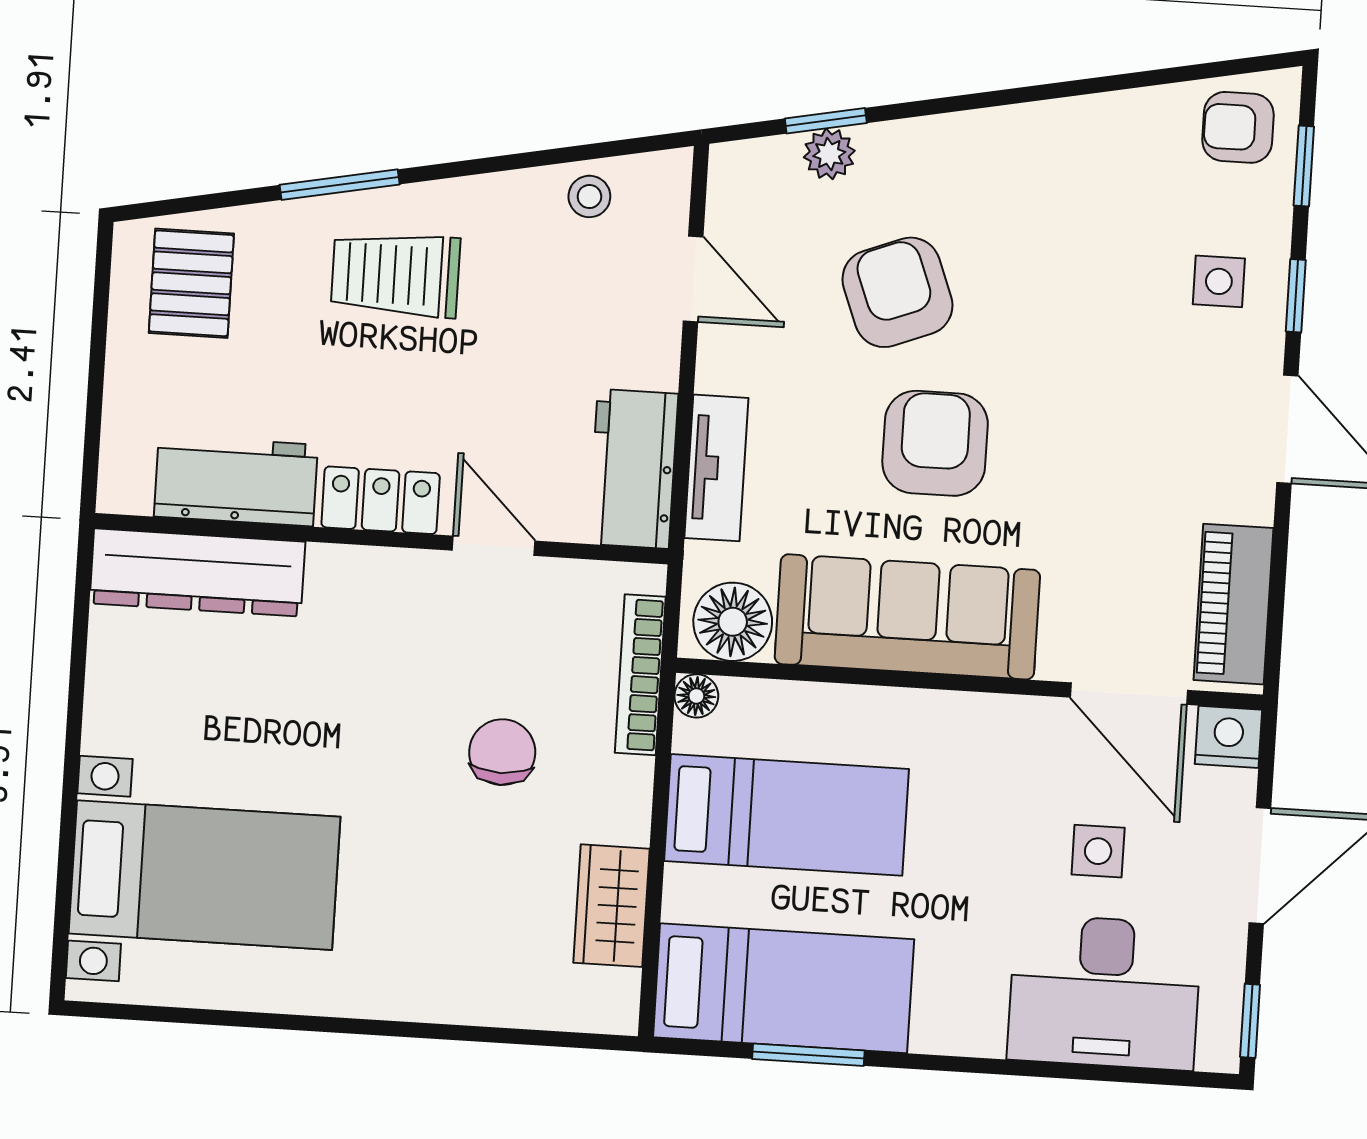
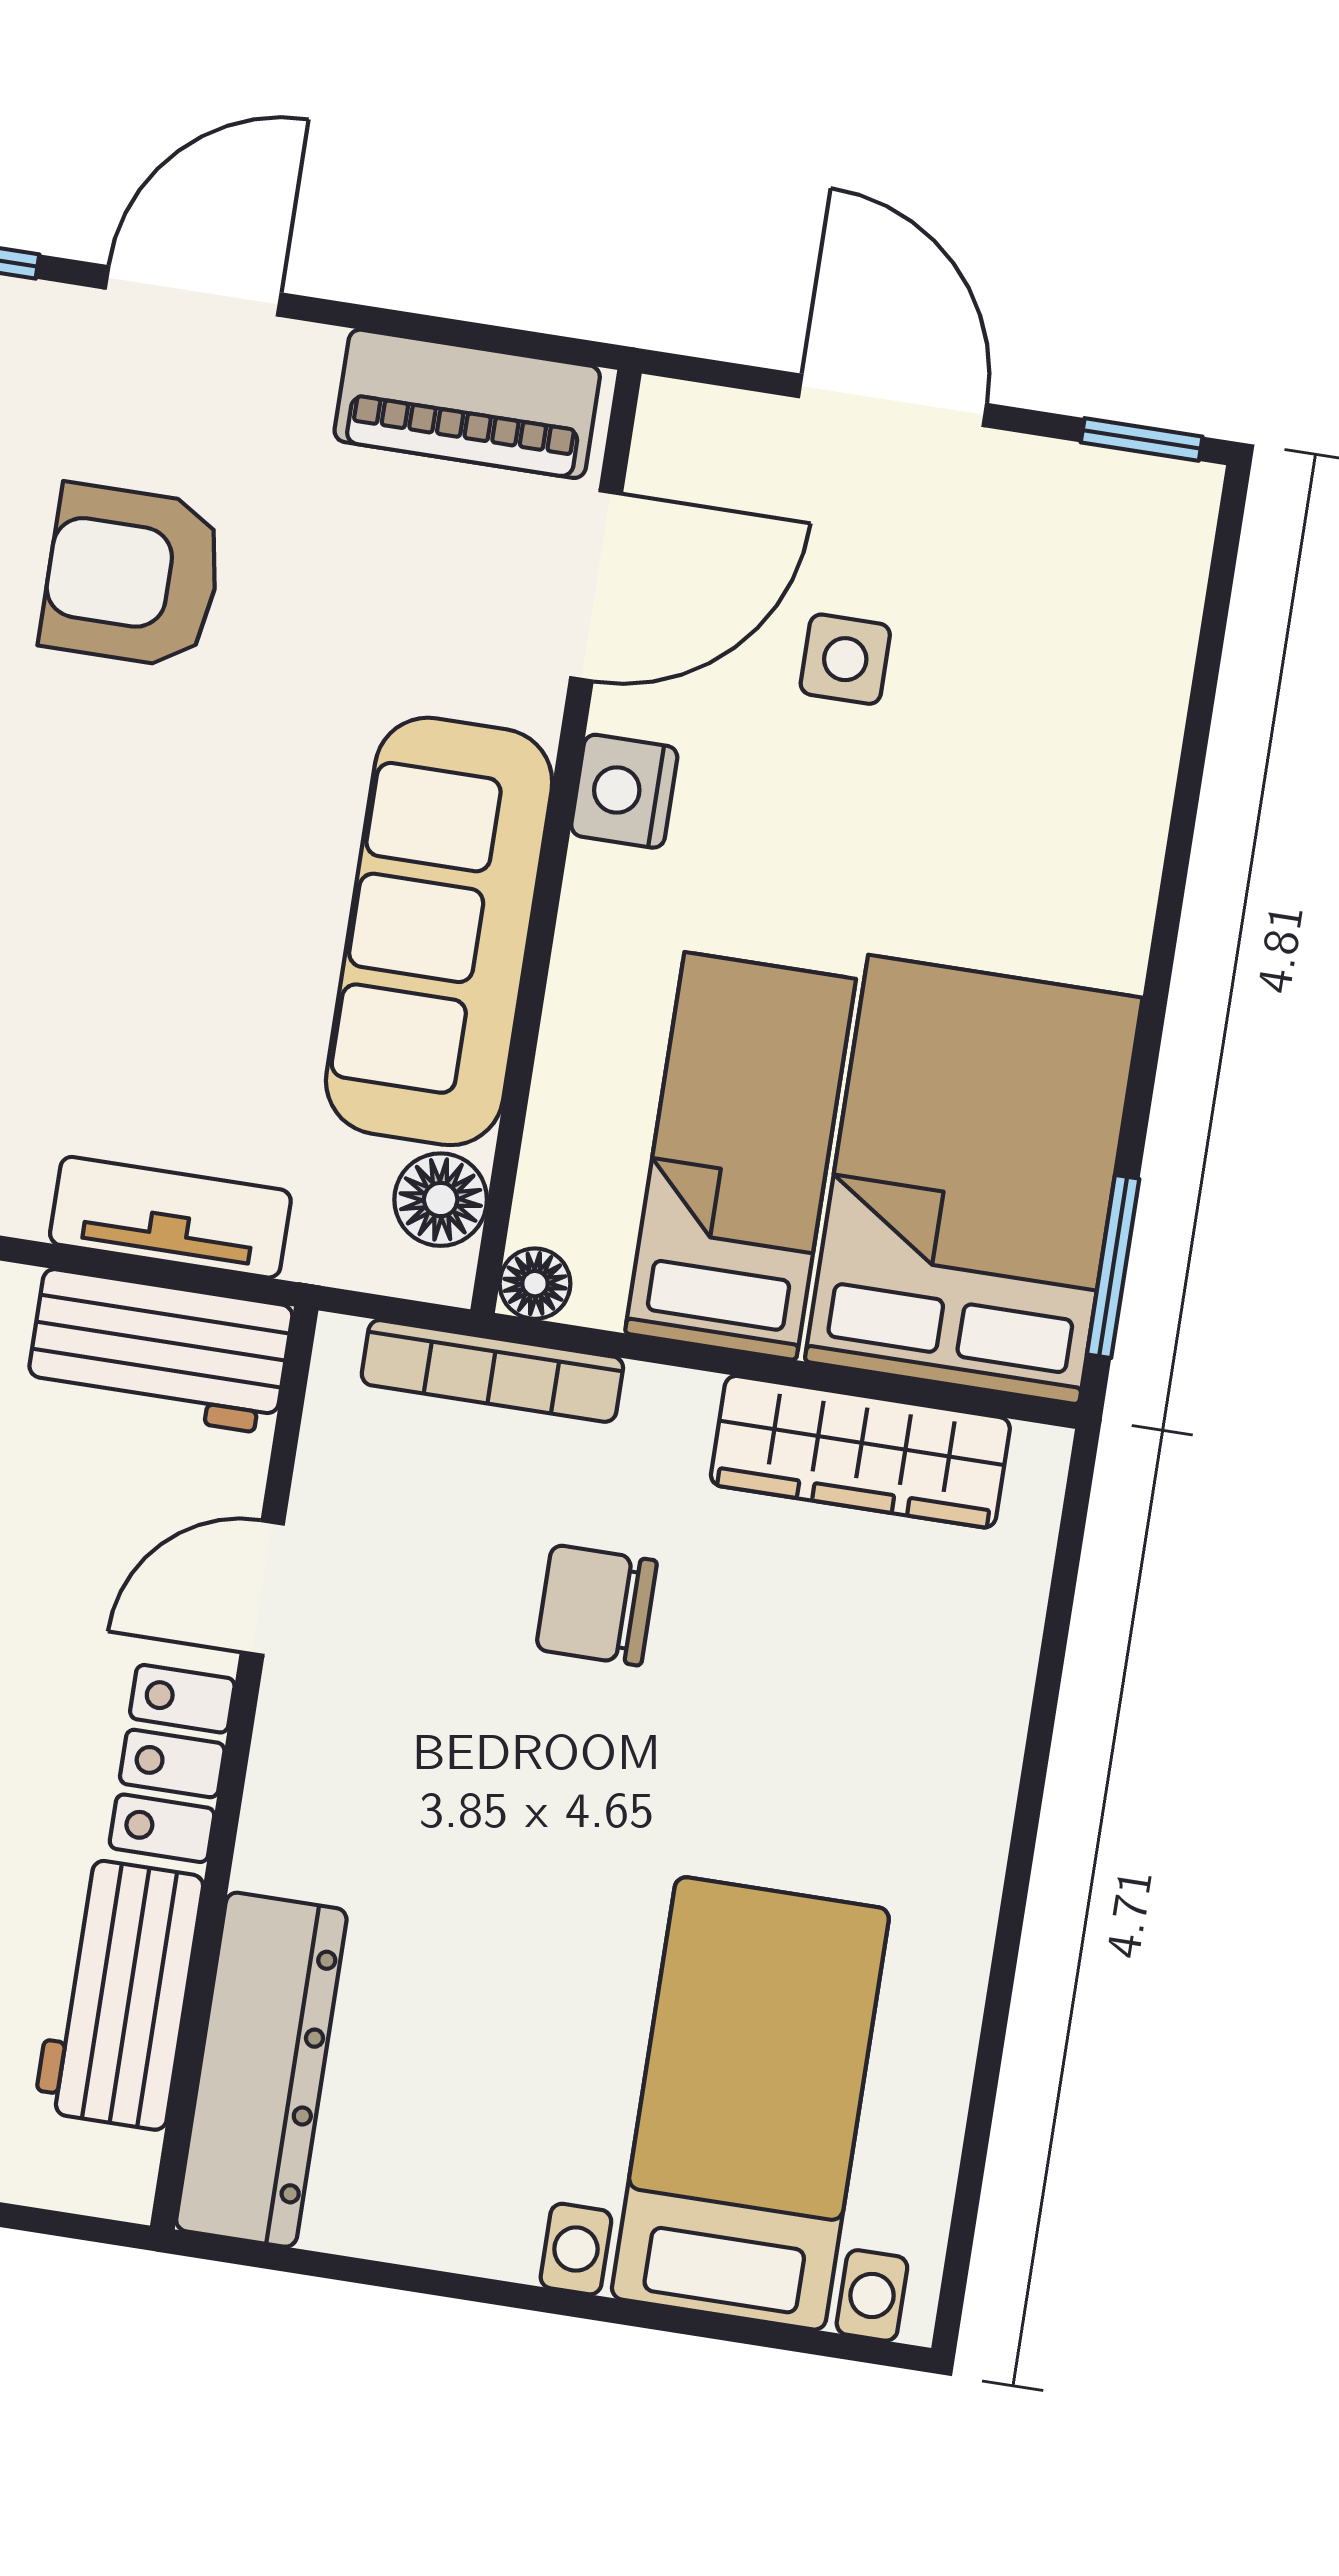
armchair: (935, 443) -> (132, 576), moved
floor lamp: (733, 622) -> (441, 1200), width x0.73, depth x0.73
nightstand: (1229, 737) -> (624, 791), moved
wardrobe: (612, 906) -> (860, 1452), width x1.50
bed: (784, 988) -> (974, 1180), width x1.50
desk: (1104, 992) -> (1074, 670), removed
window: (808, 1055) -> (1113, 1266), moved

